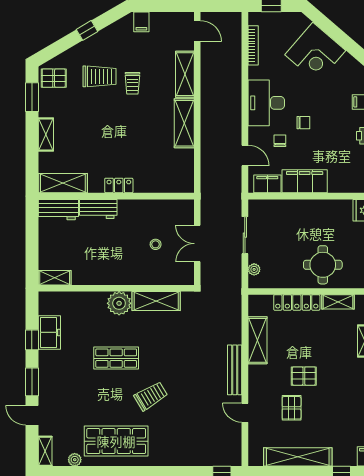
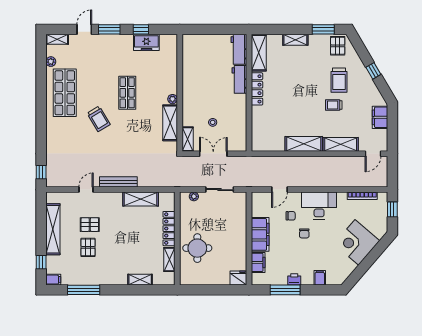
filing cabinet: (141, 22) -> (380, 117), width x2.00
filing cabinet: (267, 184) -> (258, 262), moved
locker: (119, 185) -> (257, 89), width x1.53
shelving: (55, 278) -> (188, 139), moved
plant: (119, 303) -> (173, 99), width x0.53, depth x0.53
pallet: (304, 376) -> (88, 247), moved

